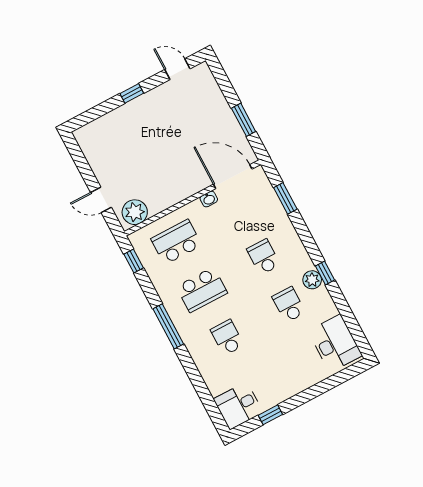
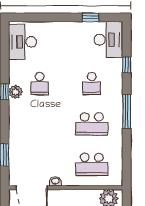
school desk: (263, 257) -> (40, 124), removed
window: (134, 261) -> (127, 65), moved
school desk: (202, 290) -> (92, 124), turned 180
desk: (238, 406) -> (108, 40), width x1.37

